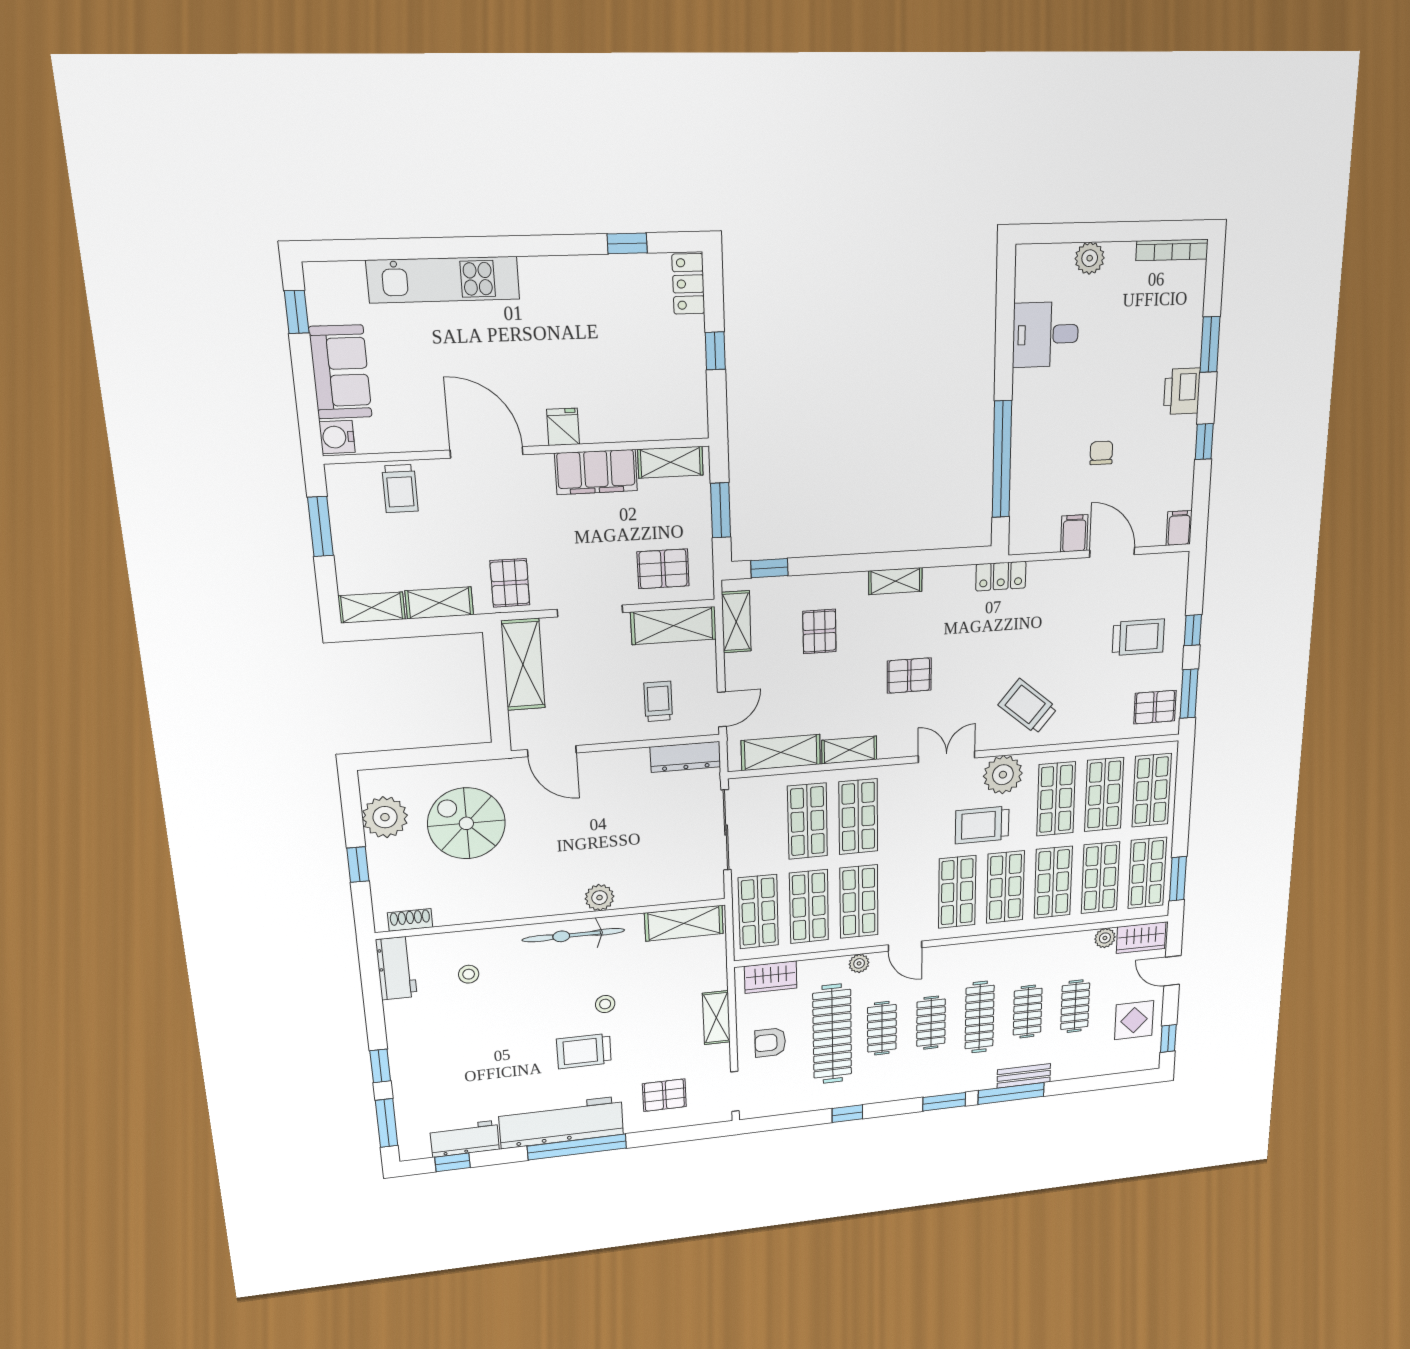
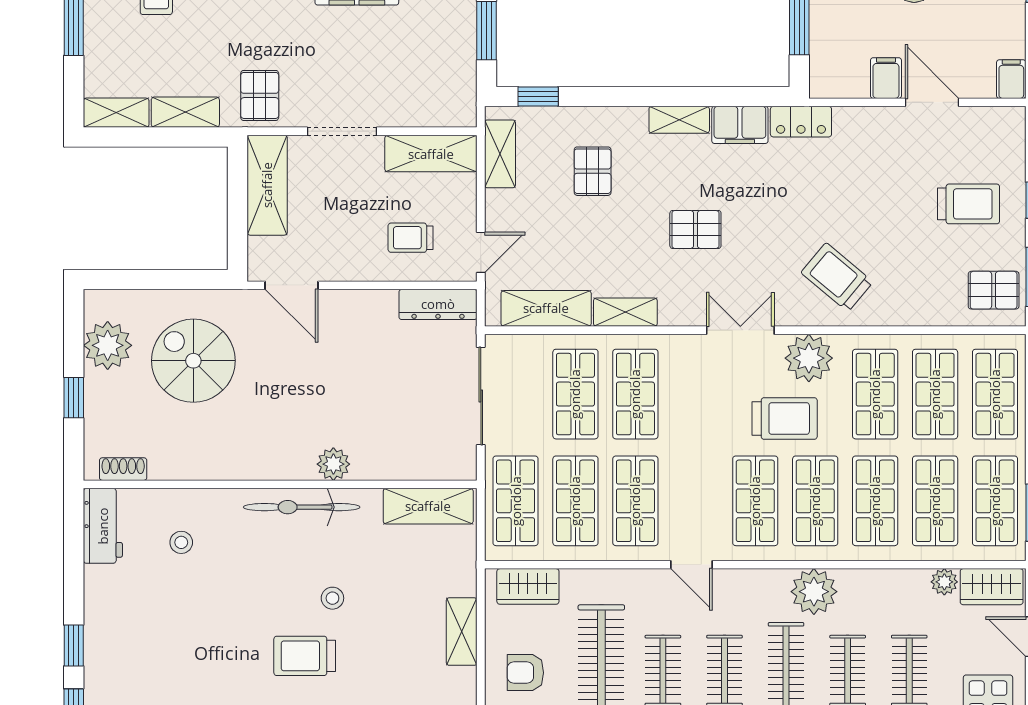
pallet: (663, 569) -> (422, 90), removed
filing cabinet: (948, 582) -> (740, 125), added
trolley: (658, 701) -> (411, 238), turned -90
trolley: (982, 825) -> (785, 418), turned 180
plant: (859, 963) -> (814, 592), moved, width x1.87, depth x1.87

